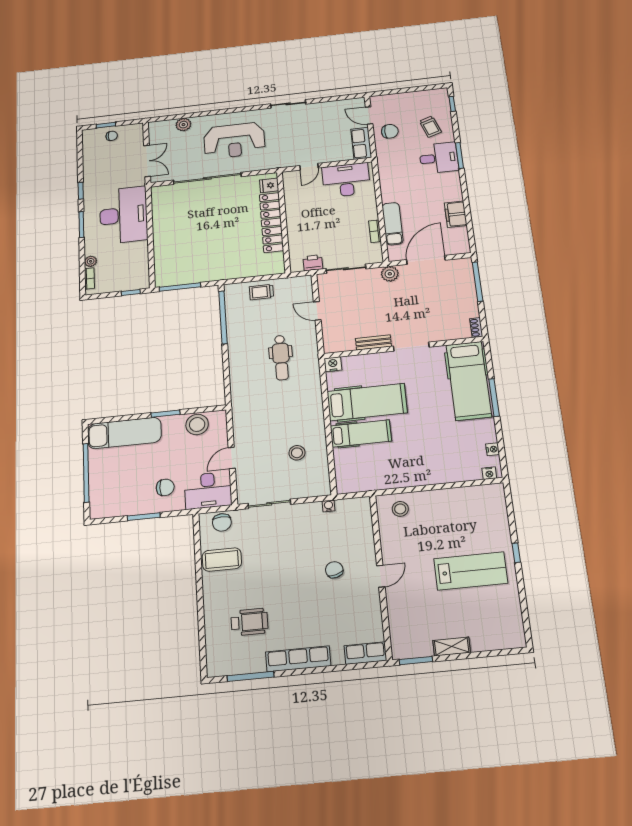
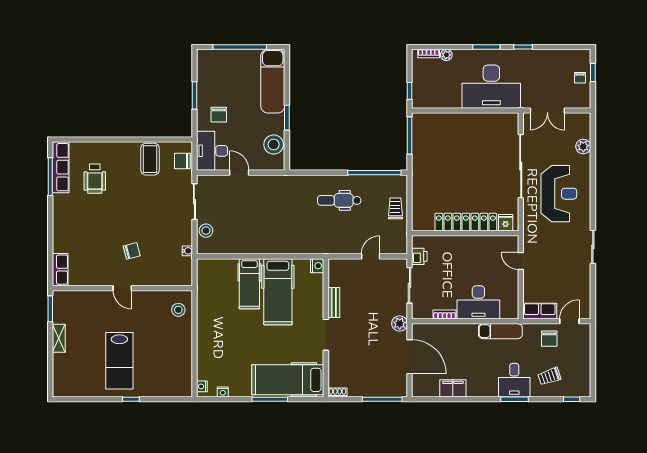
reception desk: (234, 141) -> (559, 194), turned 180
desk: (346, 180) -> (478, 302), moved, turned 90
exam couch: (393, 224) -> (500, 331), moved
dental chair: (281, 358) -> (339, 200), moved
stool: (297, 453) -> (206, 231), moved
row of seats: (298, 659) -> (61, 167), moved

